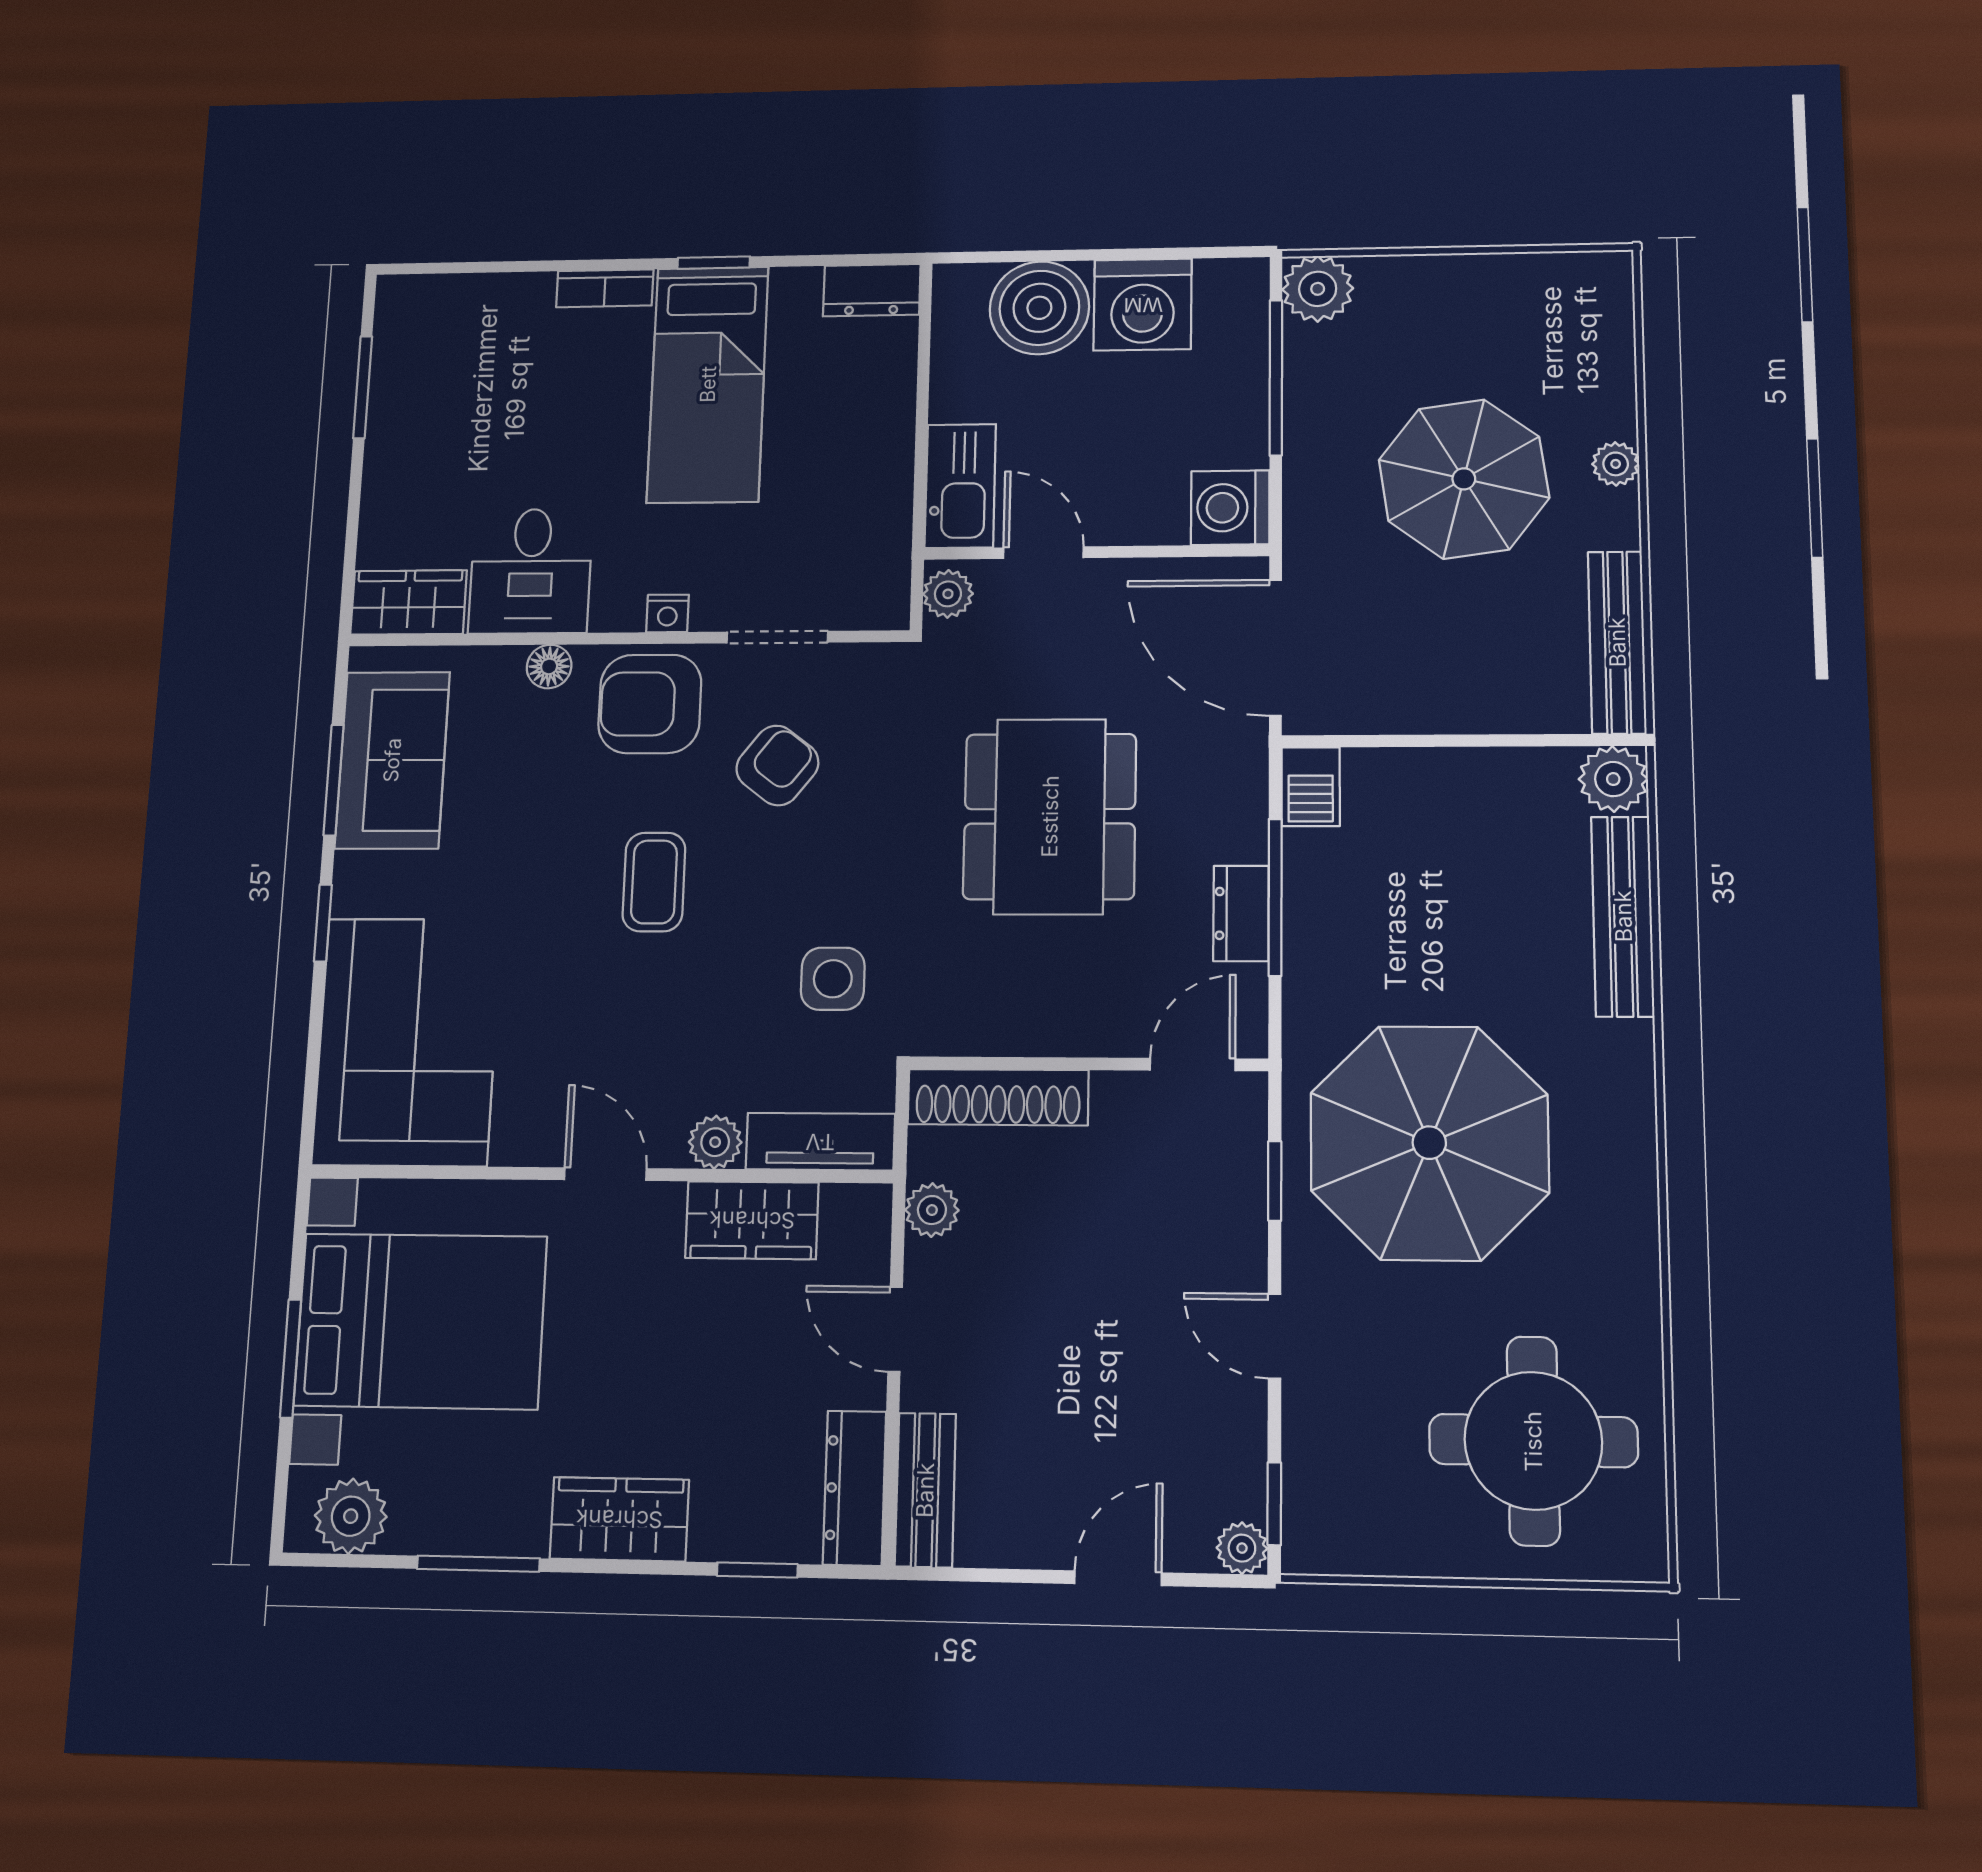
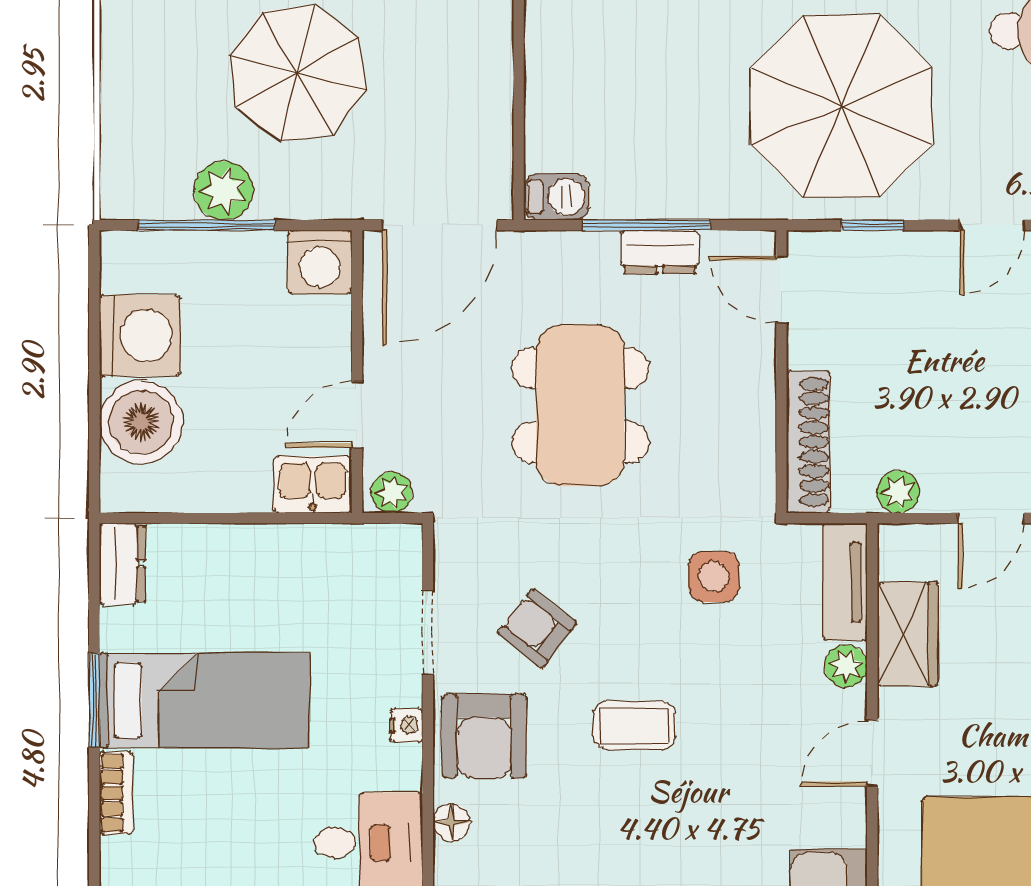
window: (714, 263) -> (94, 700), width x1.50
plant: (1318, 289) -> (224, 191), moved
kitchen sink: (960, 486) -> (313, 485), width x0.73
dining table: (1050, 816) -> (580, 405), turned 90

